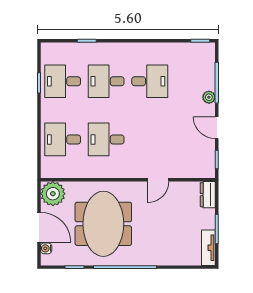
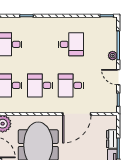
desk: (106, 81) -> (71, 85), moved
door: (158, 180) -> (77, 114), width x1.88
dresser: (208, 195) -> (112, 139), moved

